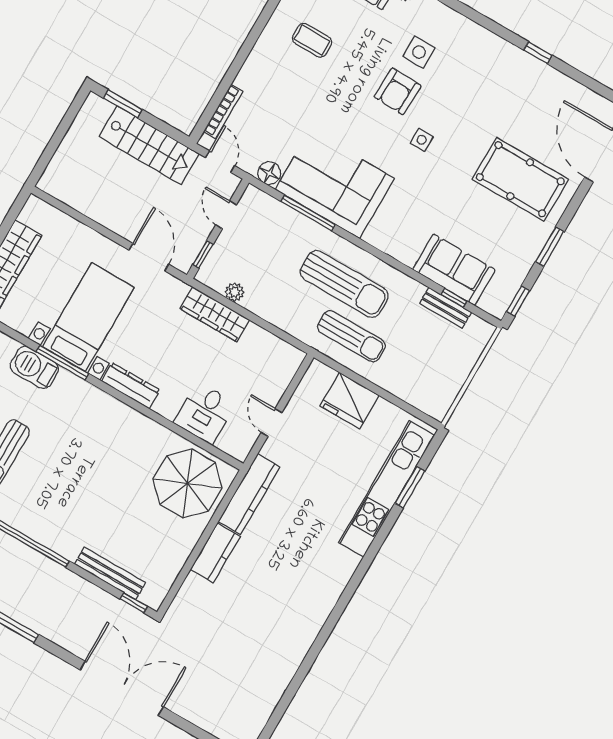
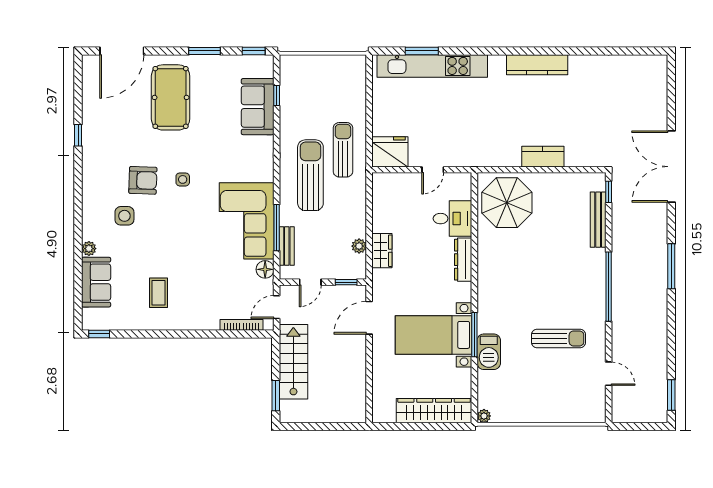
armchair: (398, 91) -> (143, 180), moved
bench: (446, 308) -> (287, 246), moved
wardrobe: (215, 314) -> (382, 251), width x0.67
dresser: (131, 386) -> (463, 260), moved
fridge: (350, 401) -> (390, 152), moved, turned -90
kitchen counter: (249, 494) -> (537, 65), moved, turned 180

